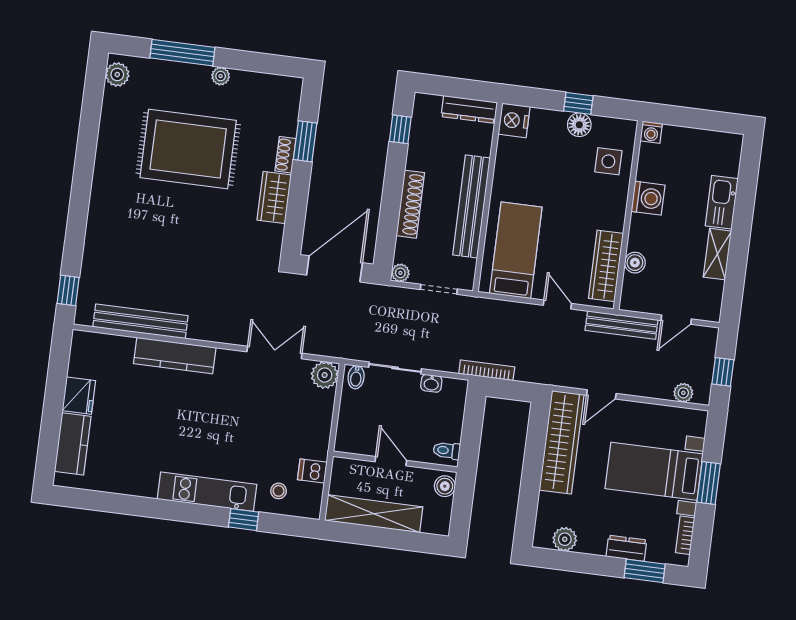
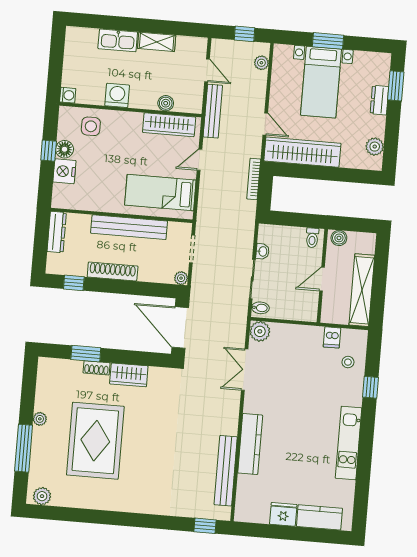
nightstand: (514, 120) -> (64, 171), moved, turned 90
shoe rack: (410, 204) -> (113, 271), moved
bookcase: (487, 370) -> (254, 179), moved
kitchen unit: (207, 492) -> (349, 443), moved
bookcase: (685, 535) -> (368, 57), removed

